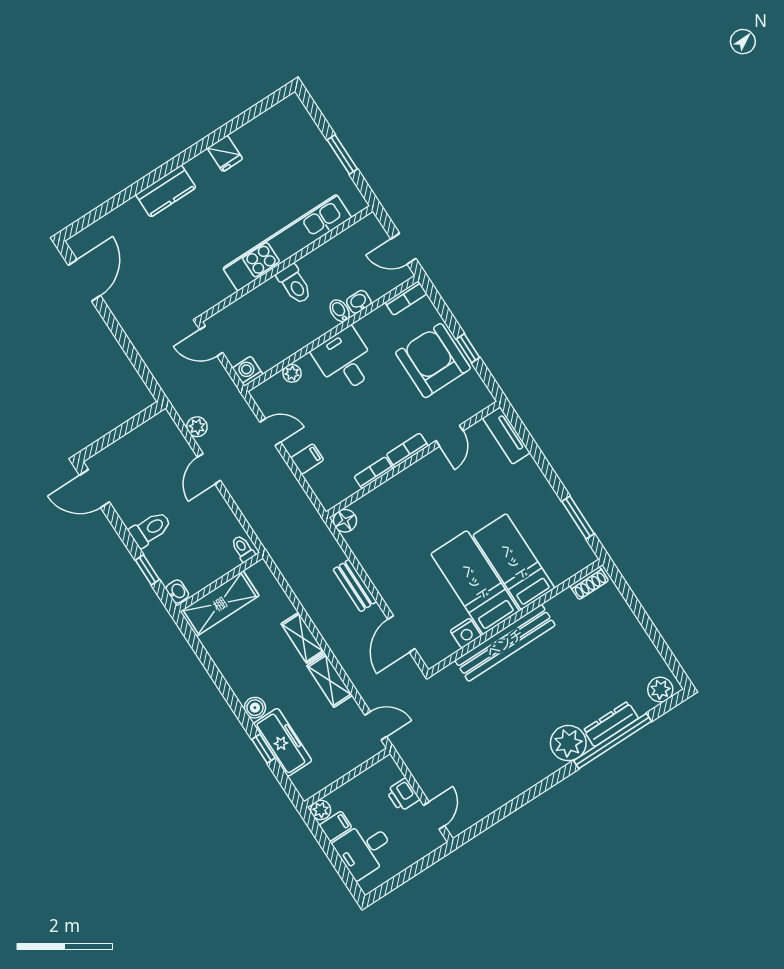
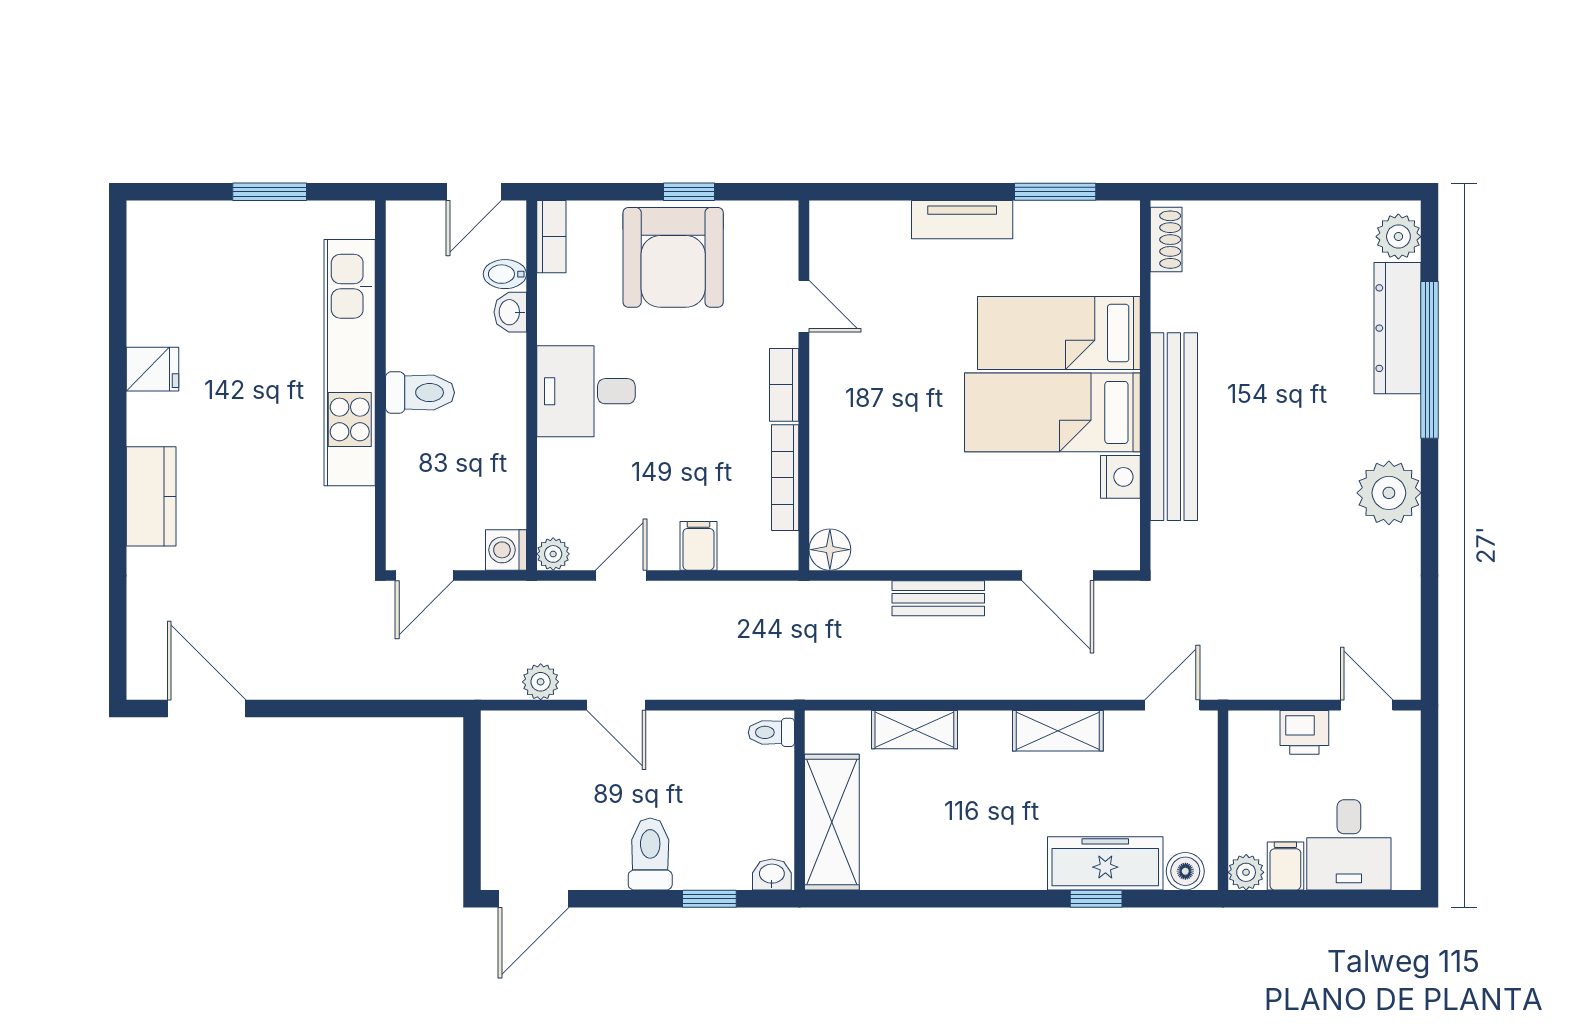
bidet: (340, 311) -> (505, 274), moved
armchair: (433, 361) -> (673, 257), turned -90
plant: (292, 373) -> (553, 554), moved
tv unit: (506, 435) -> (962, 220), moved
bookcase: (374, 473) -> (785, 478), width x1.56
shelving: (303, 638) -> (914, 730), moved
boiler: (255, 708) -> (1185, 871), moved
dresser: (611, 724) -> (1398, 328), width x1.37, depth x1.24
plant: (568, 743) -> (1389, 493), moved

